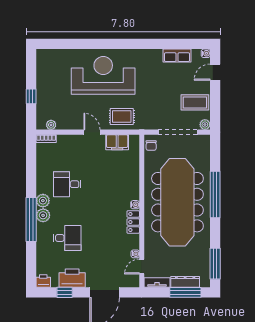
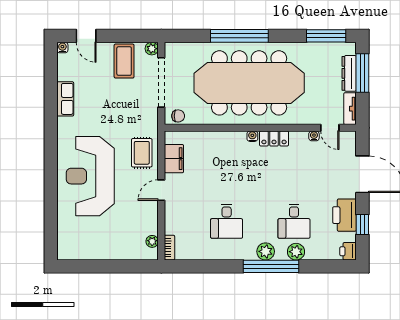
row of seats: (177, 56) -> (65, 99), moved
window: (31, 96) -> (116, 266), removed
plant: (43, 201) -> (296, 252), moved
desk: (67, 238) -> (294, 221), turned 180

